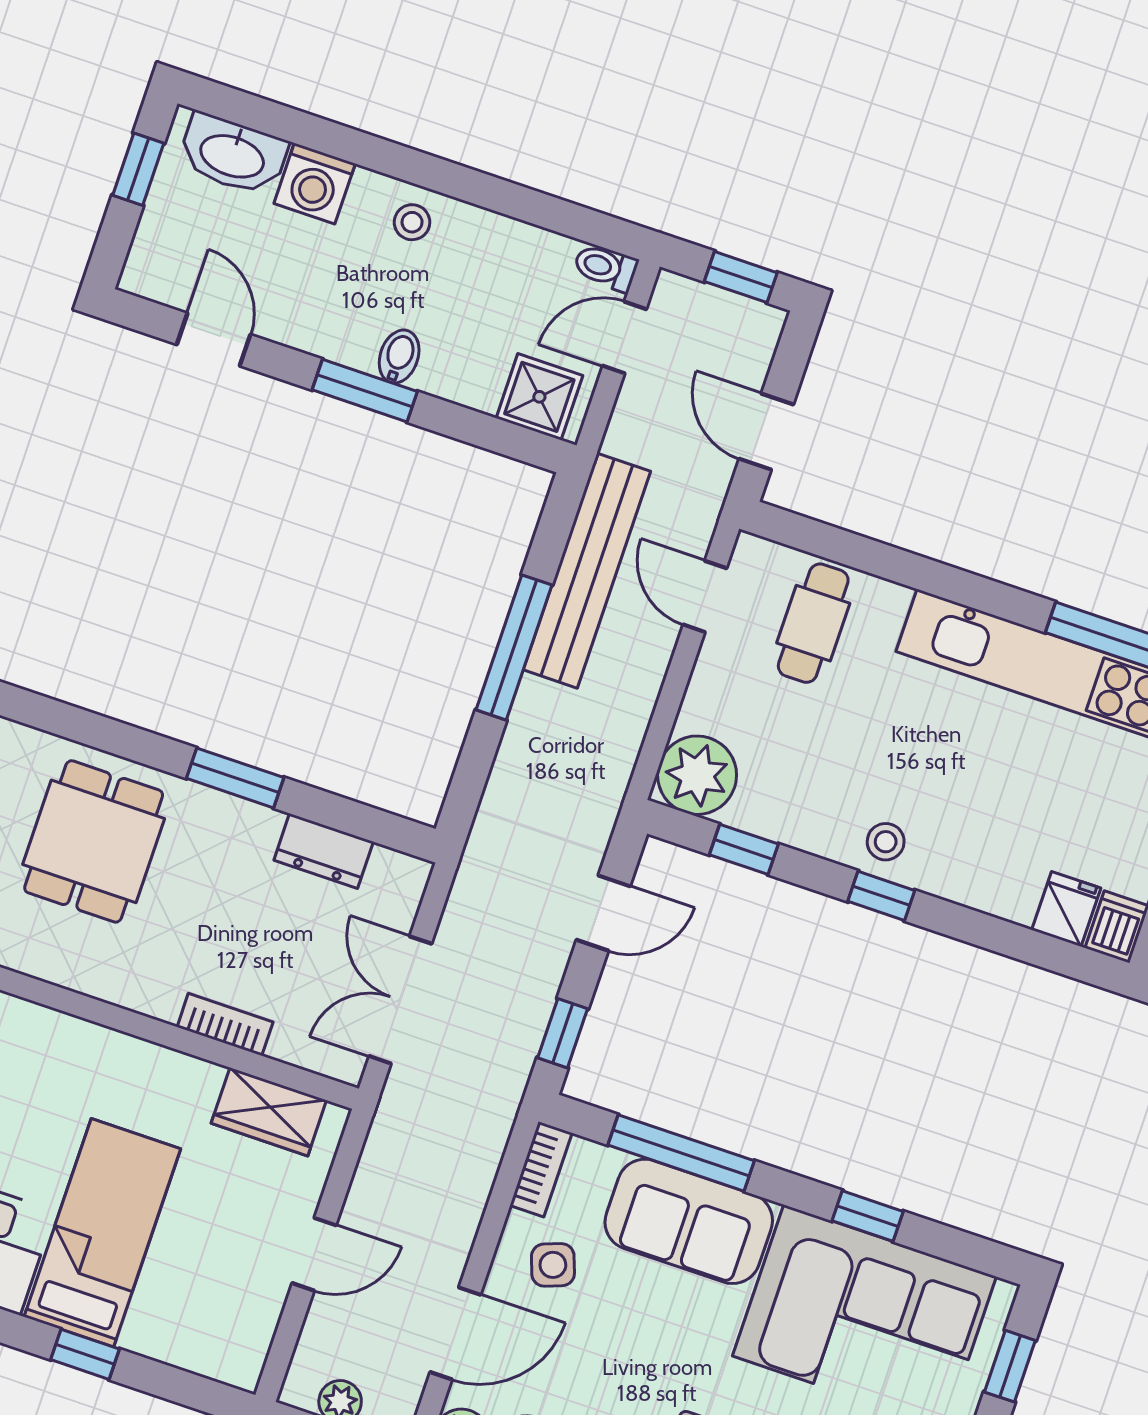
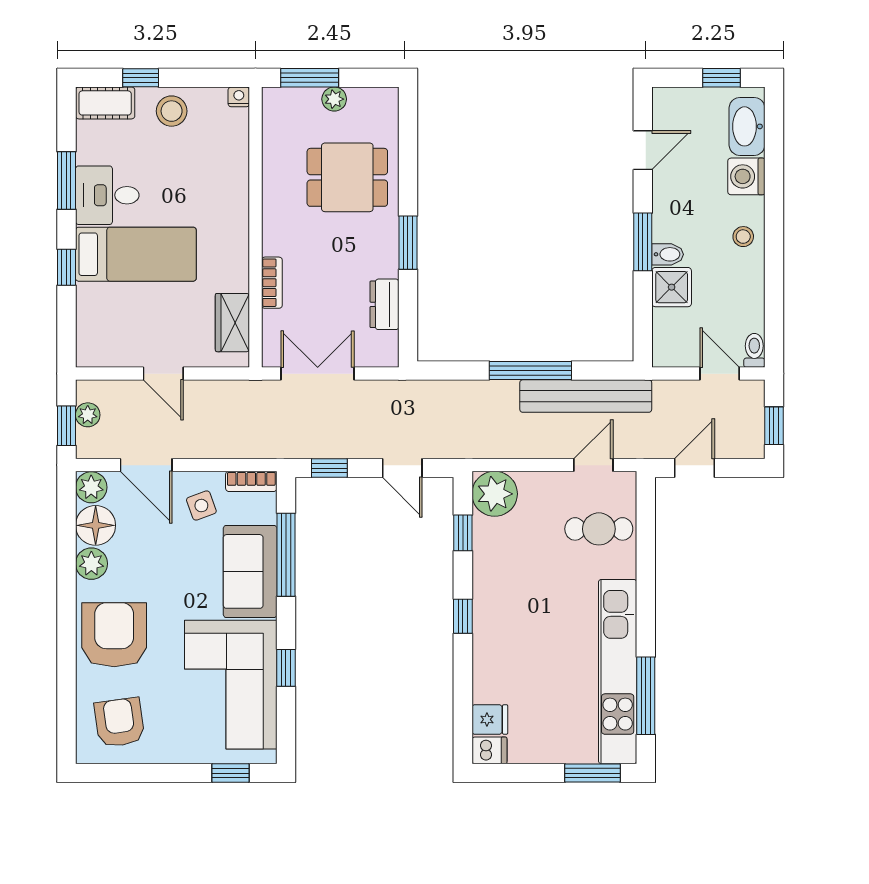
shower: (539, 397) -> (672, 287), moved
stool: (886, 842) -> (493, 609), removed

